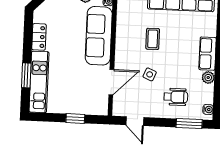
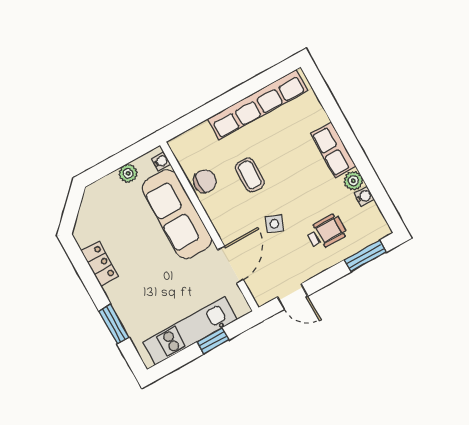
chair: (125, 27) -> (205, 181), added
kitchen unit: (39, 82) -> (190, 331), moved, turned -90
water cooler: (208, 109) -> (364, 196), moved

